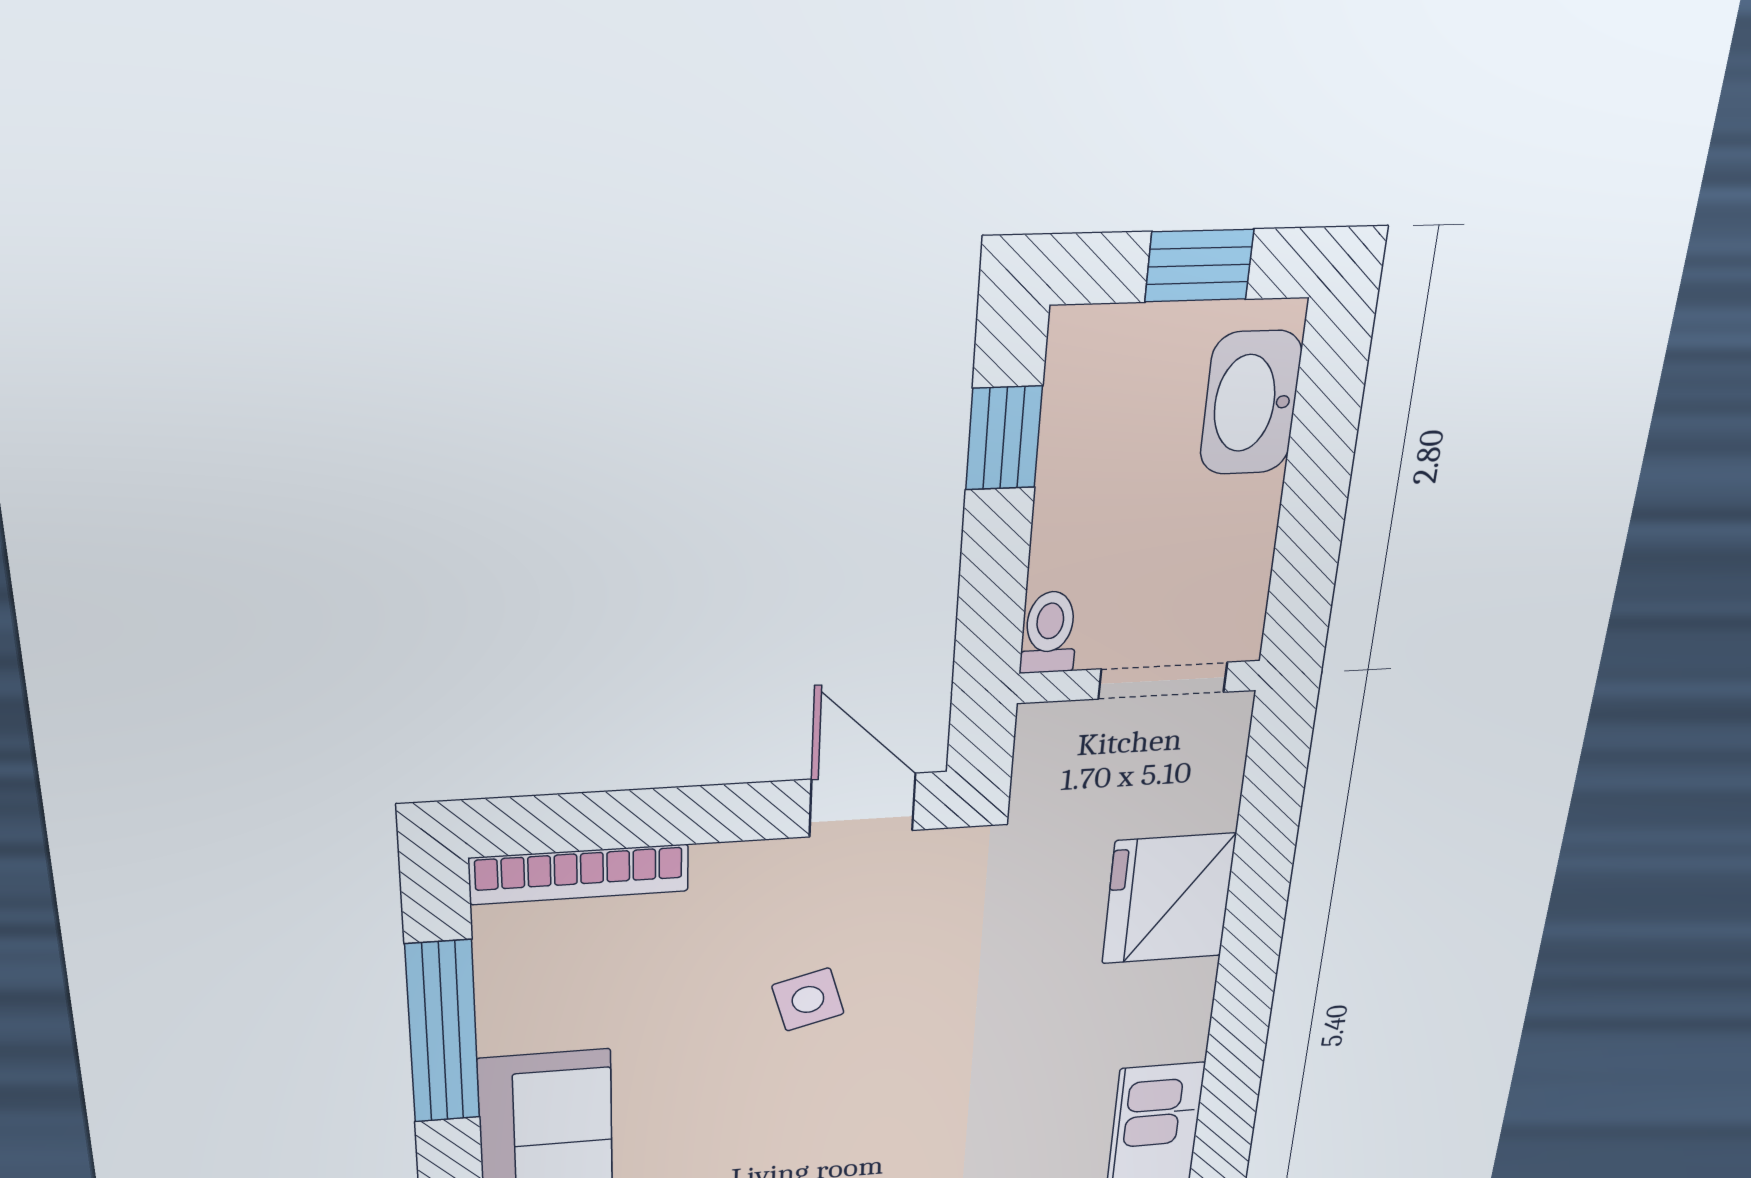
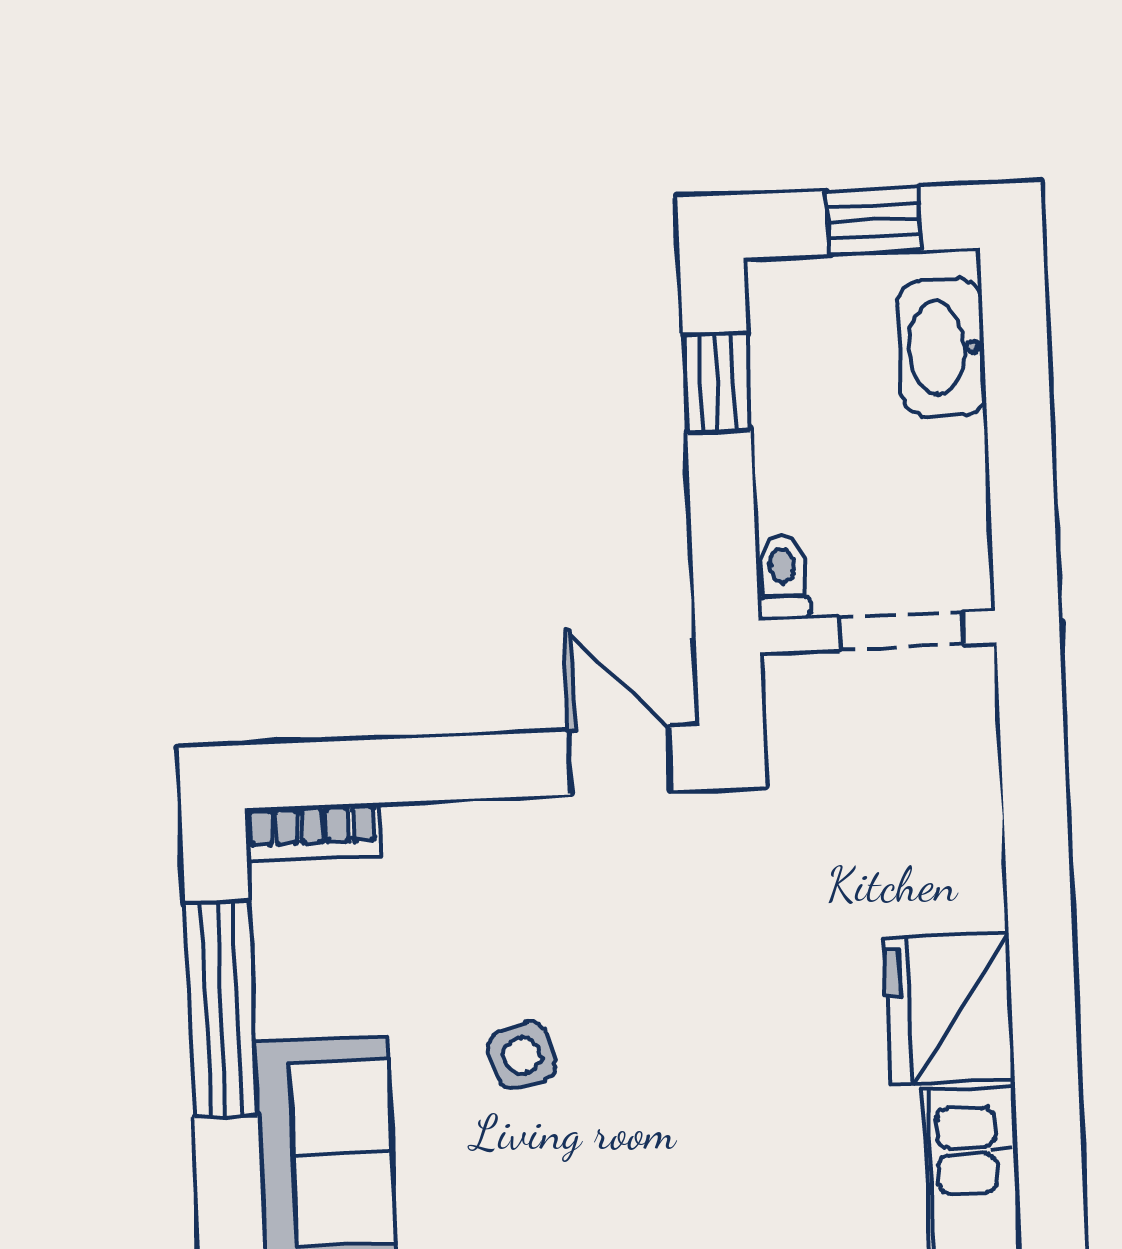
bookcase: (579, 874) -> (312, 832), width x0.64
fridge: (1169, 899) -> (949, 1008), moved
side table: (808, 999) -> (522, 1055), moved

